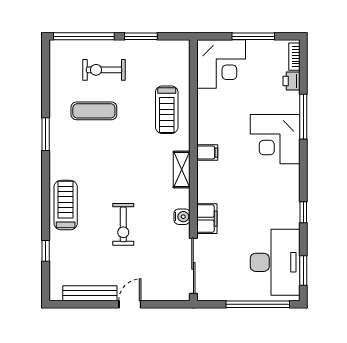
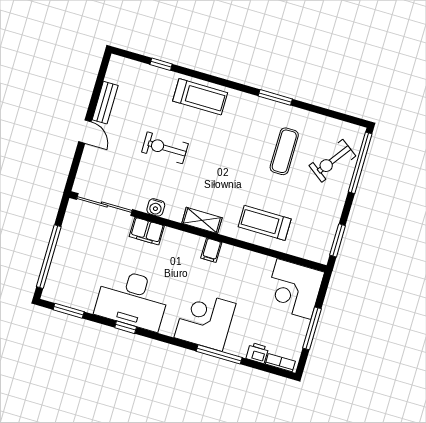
window: (141, 36) -> (338, 240), moved
exercise bike: (104, 70) -> (332, 161), moved, turned -144
desk: (275, 262) -> (132, 299), moved
bench: (90, 293) -> (105, 103), width x0.73

